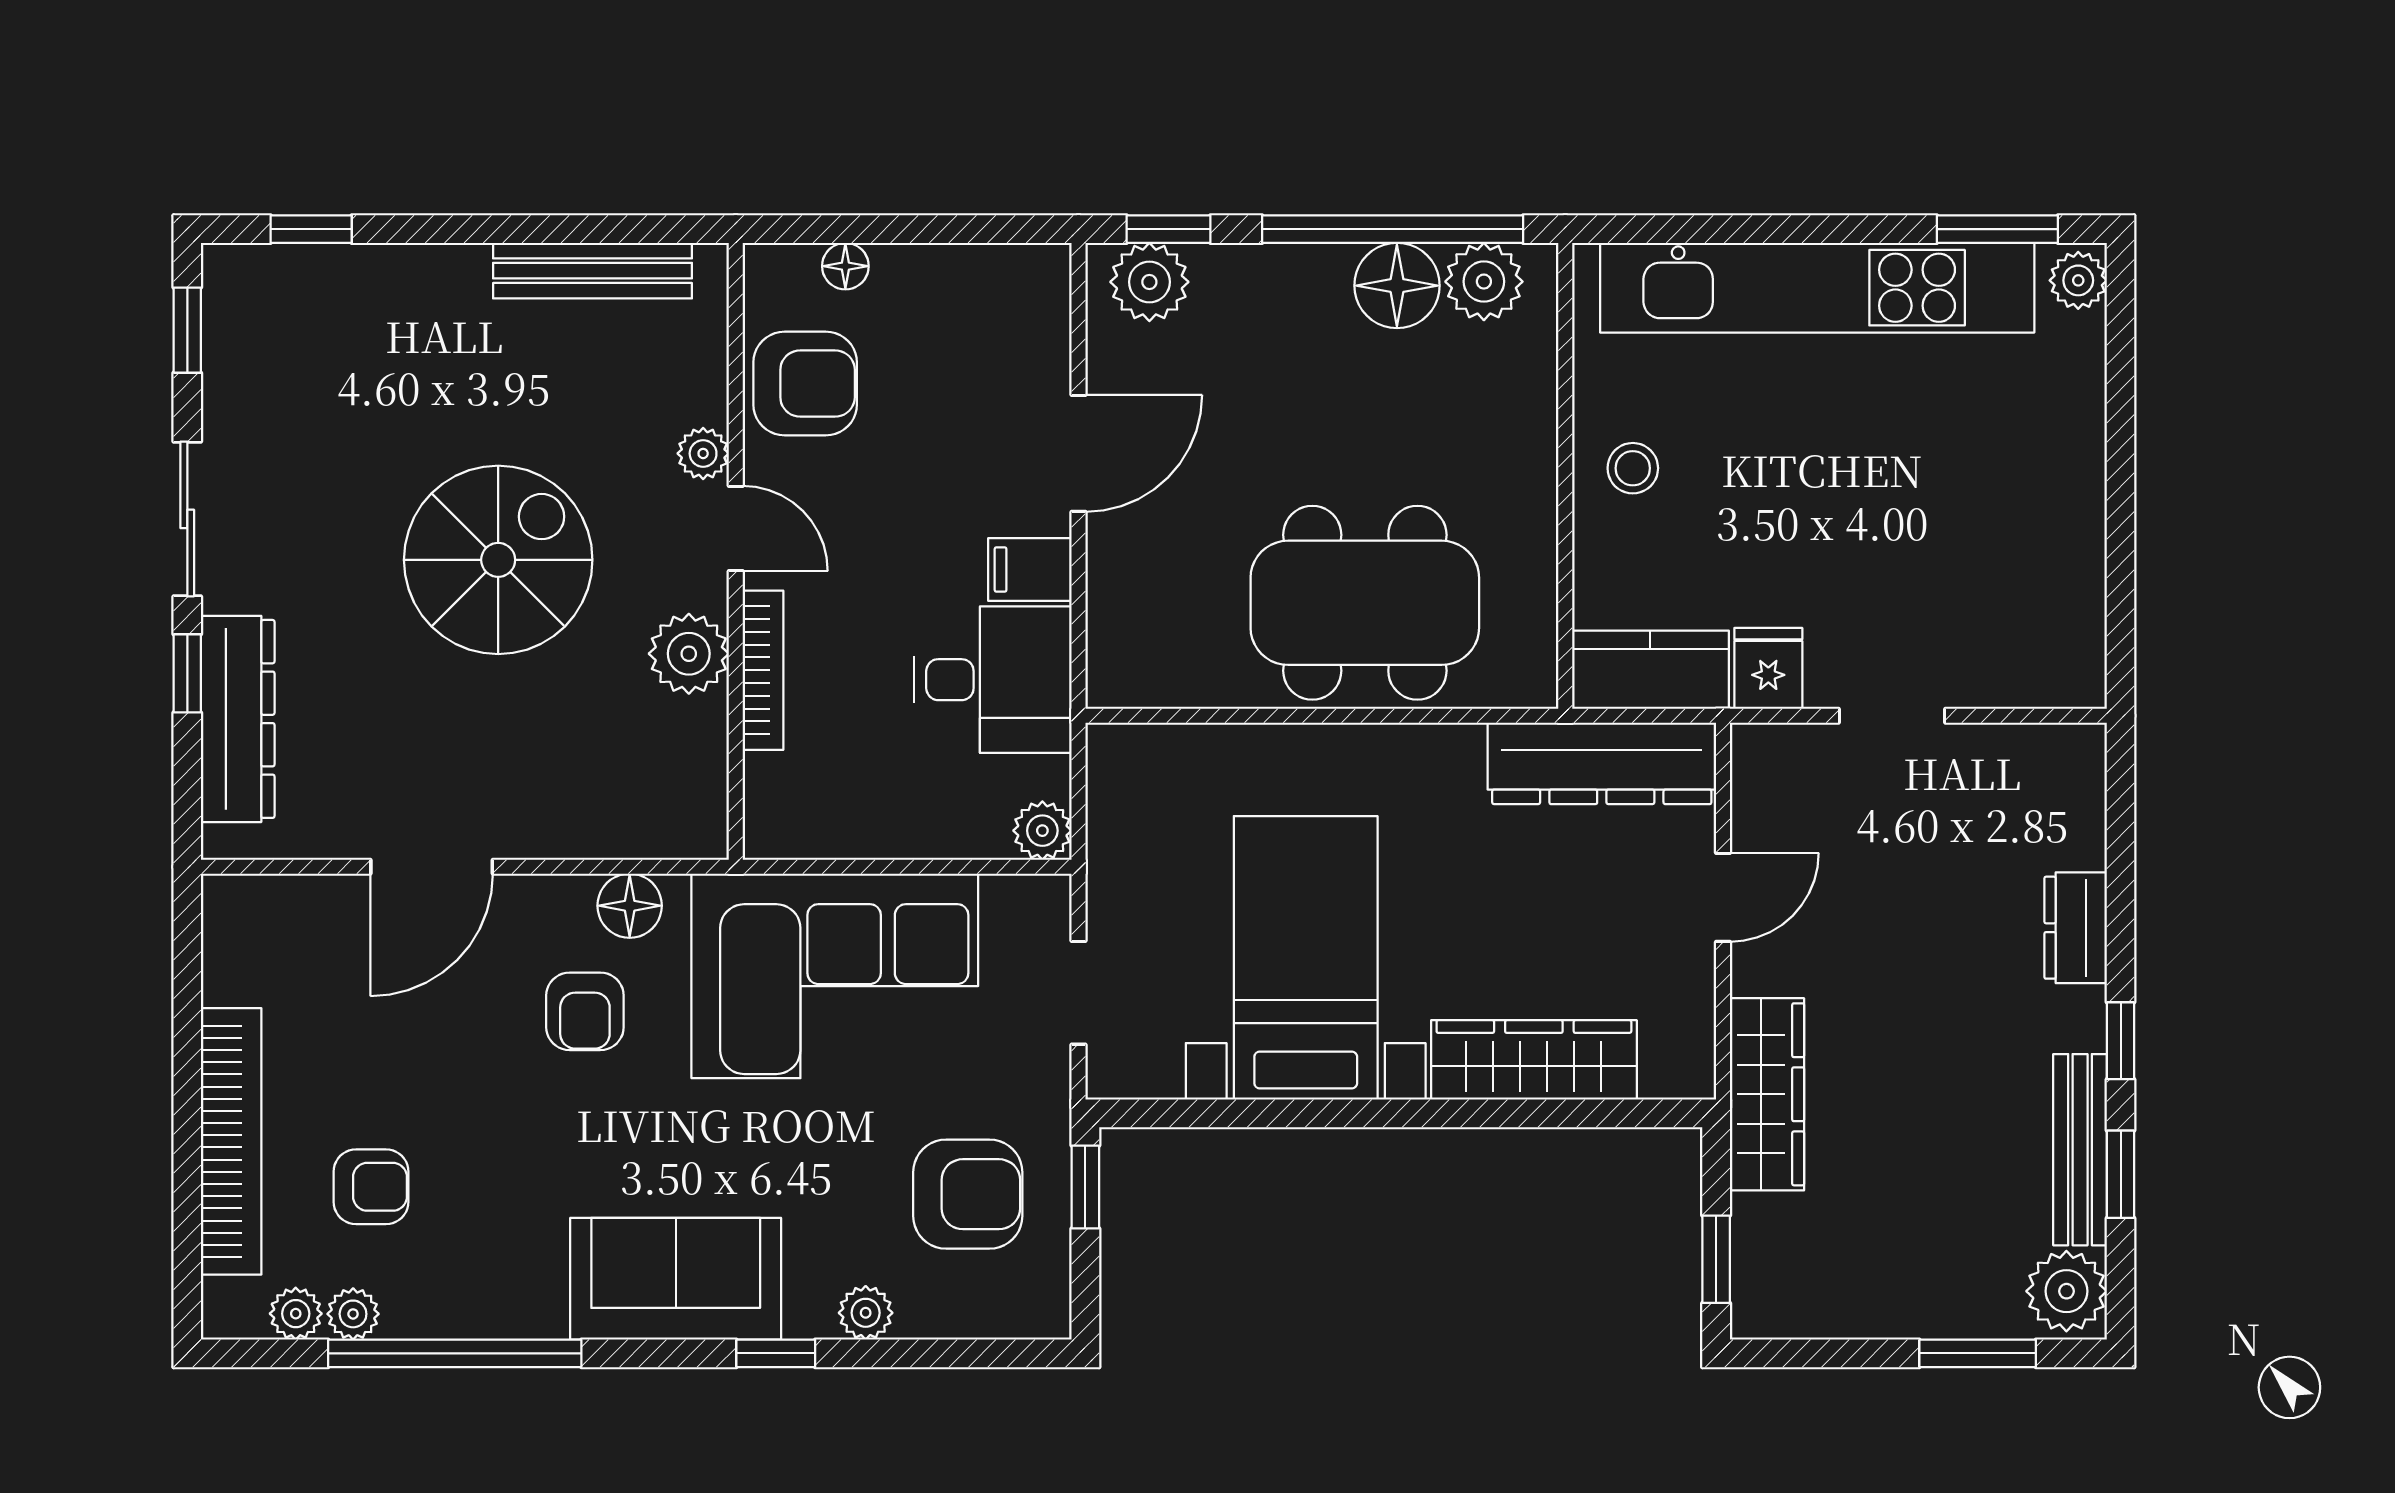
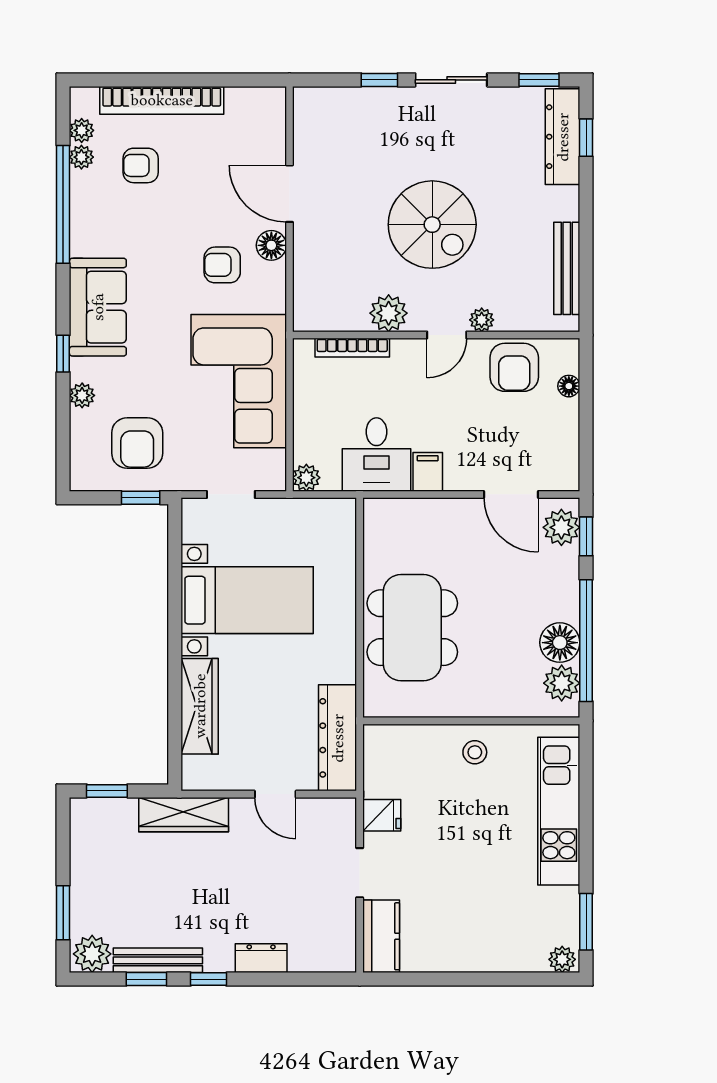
kitchen unit: (1817, 288) -> (559, 811), width x0.73
door: (1078, 453) -> (511, 494), moved
bookcase: (763, 670) -> (352, 348), moved
kitchen counter: (1650, 670) -> (381, 936), moved
dresser: (238, 719) -> (563, 137), moved, turned 90
floor lamp: (630, 906) -> (271, 245), moved
armchair: (371, 1187) -> (141, 165), turned 90

